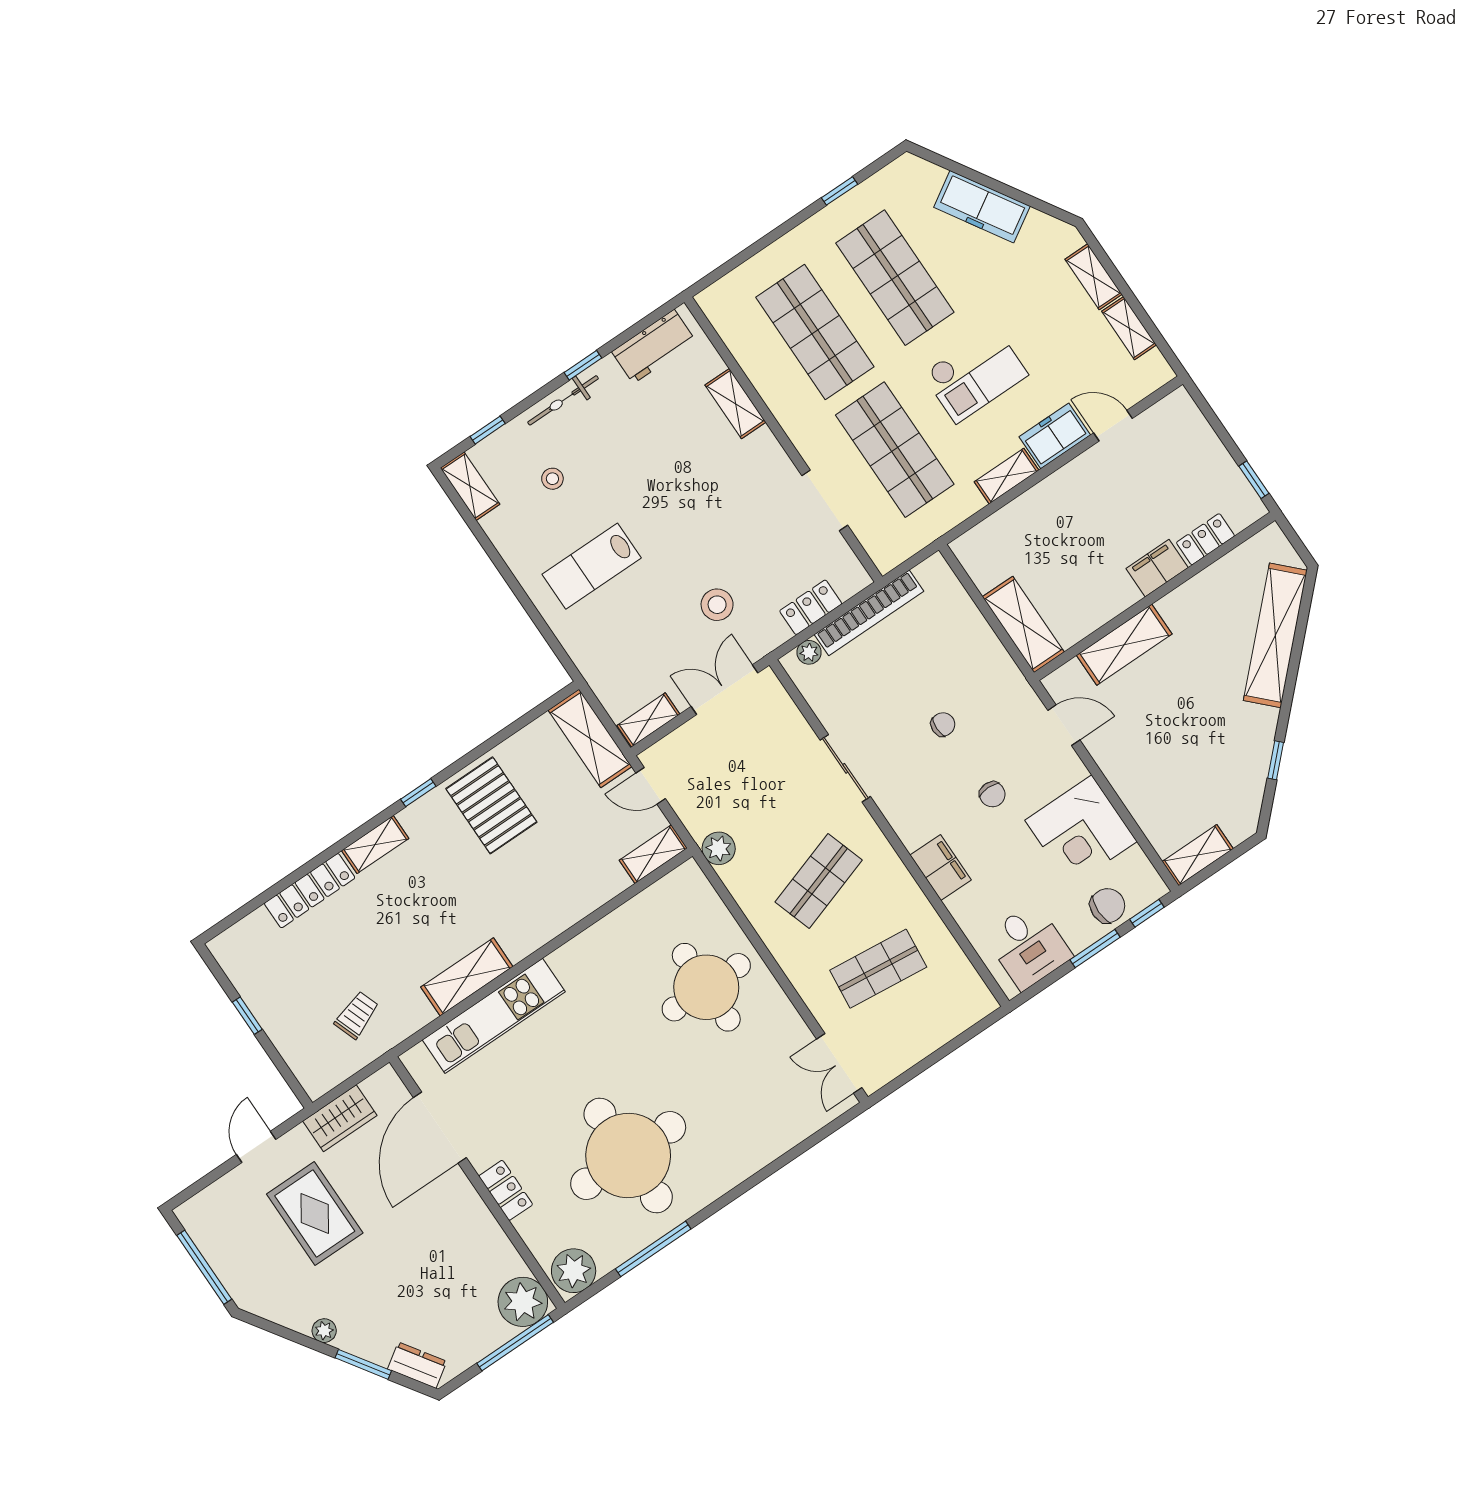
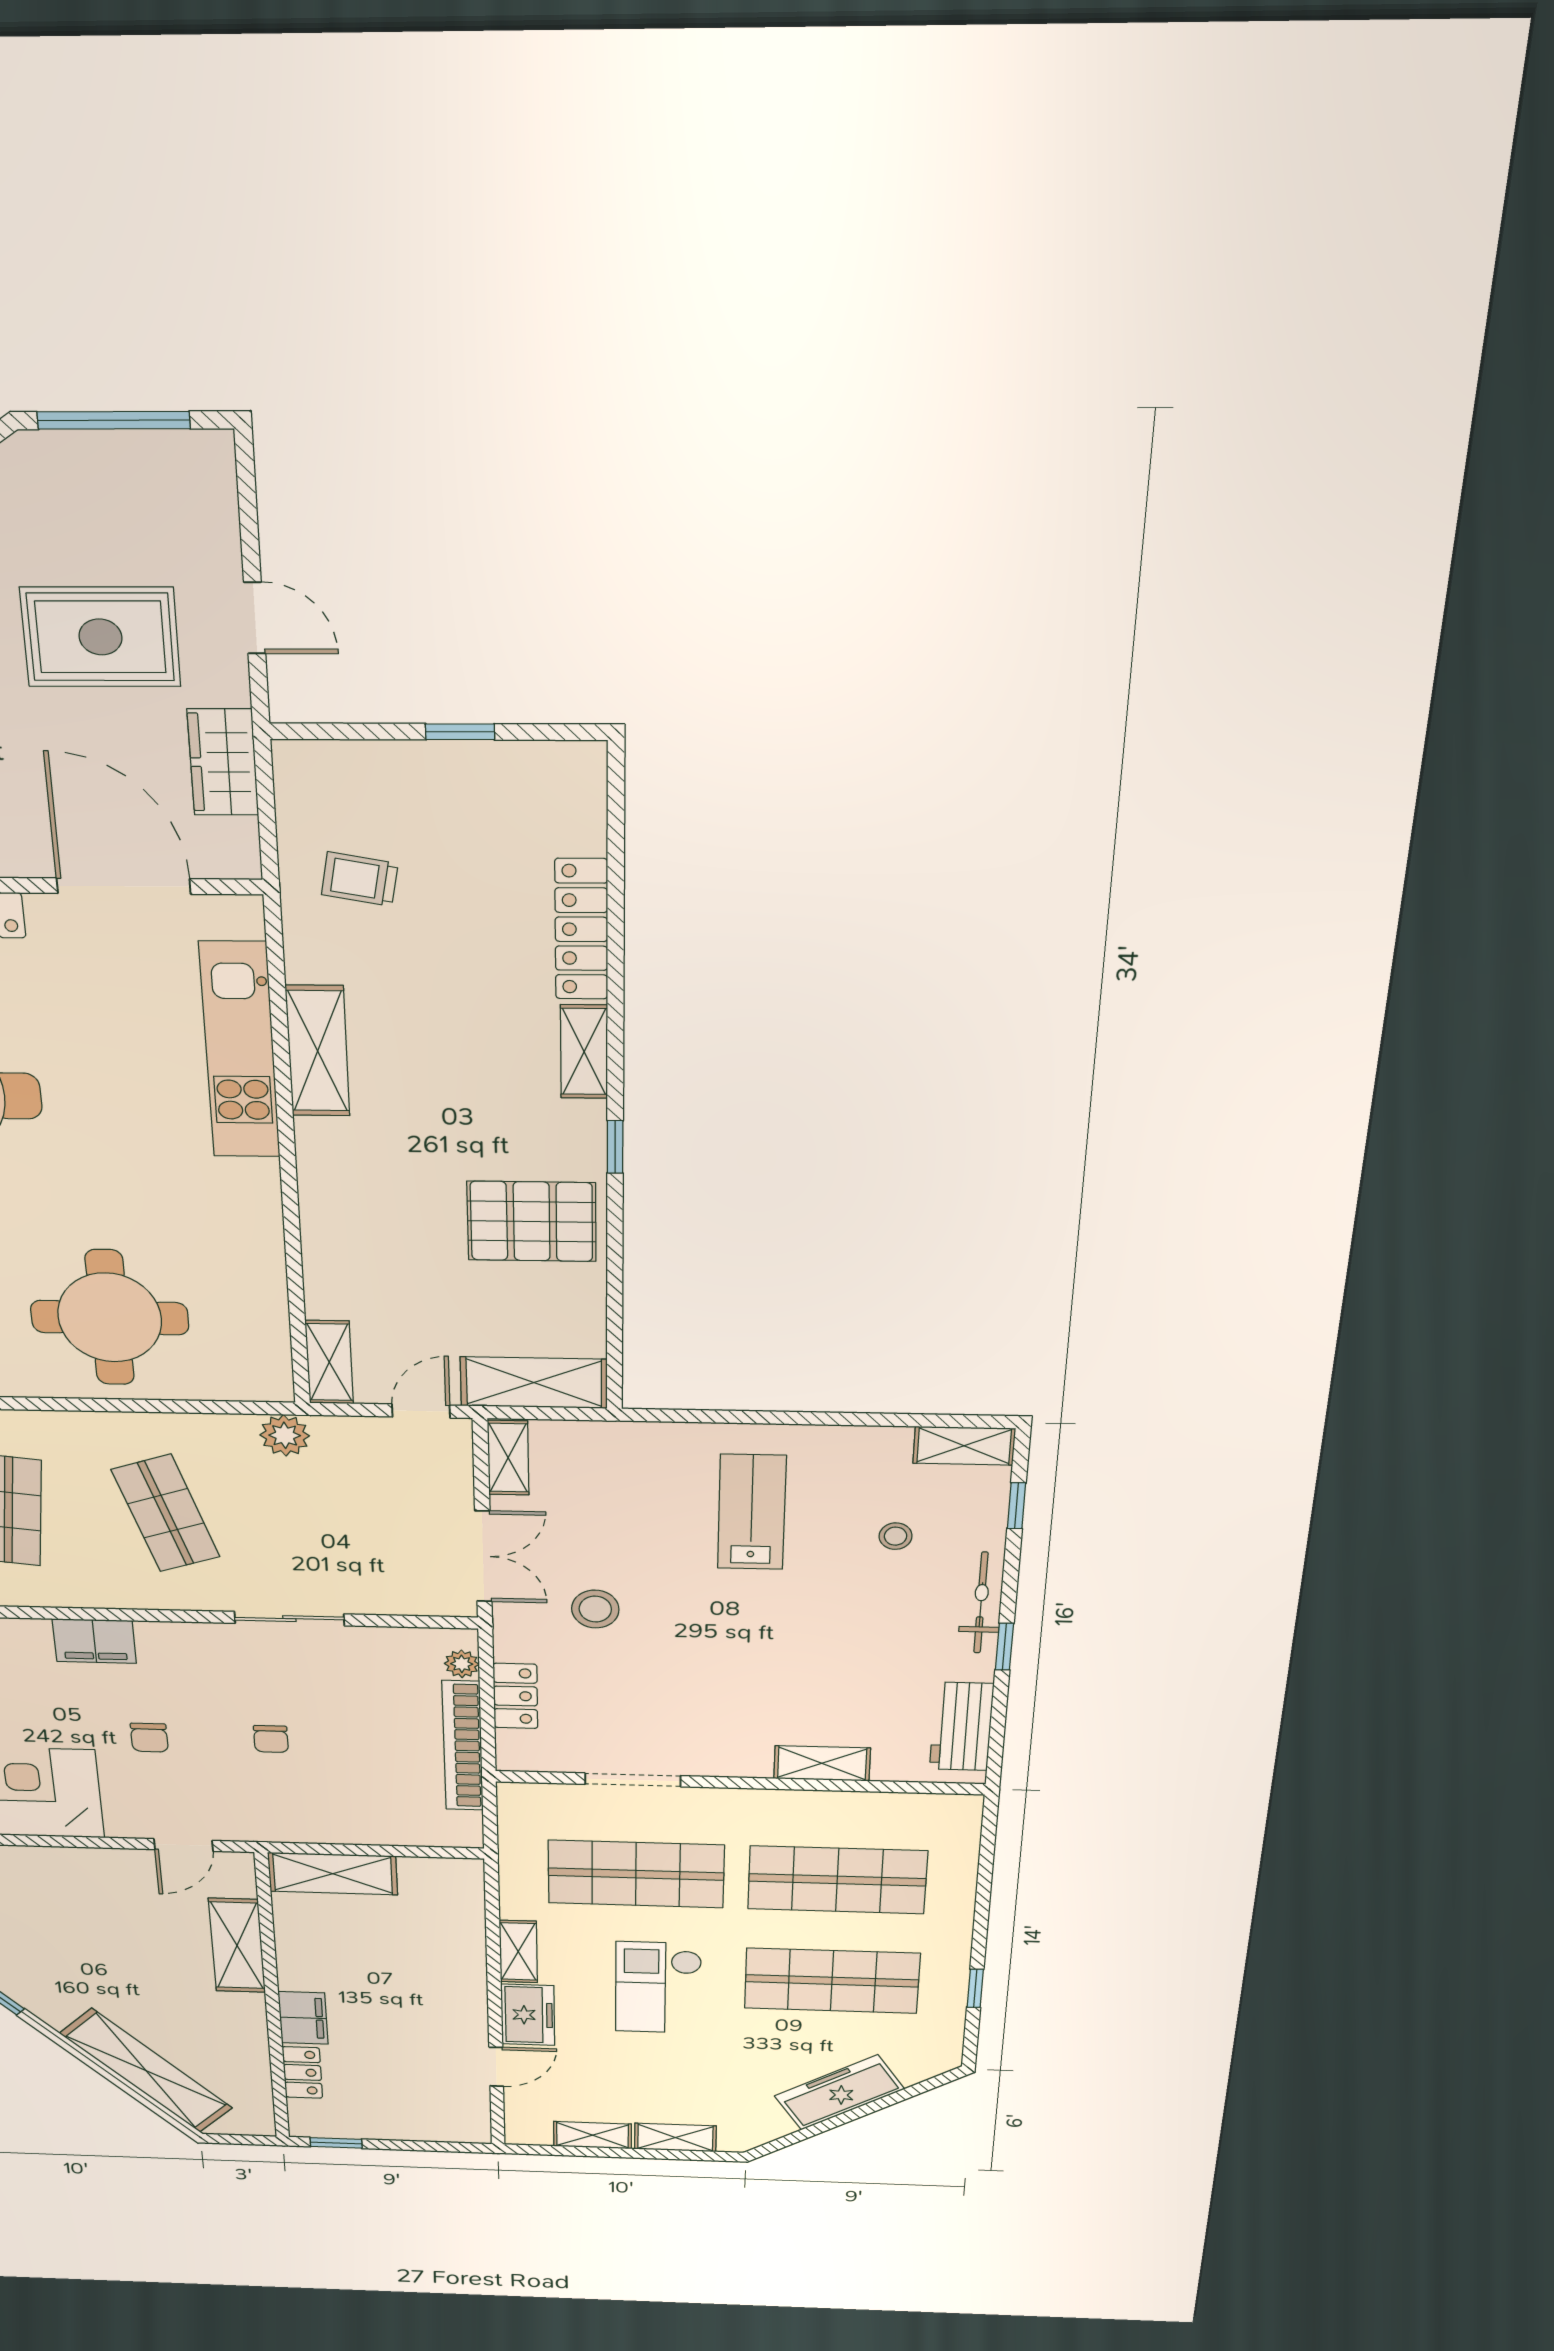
chair: (992, 794) -> (149, 1738), turned -90
trolley: (357, 1015) -> (360, 879), turned 120

